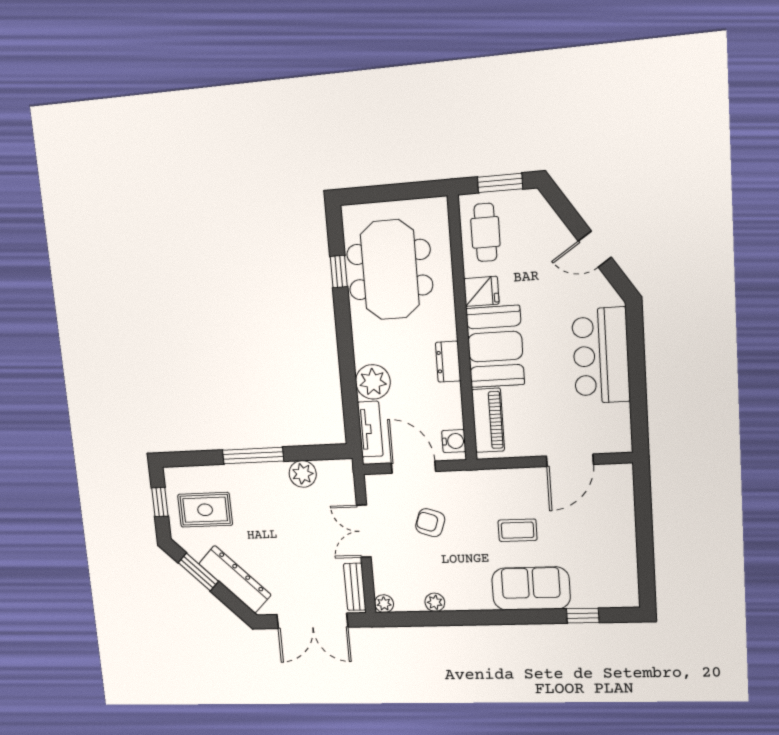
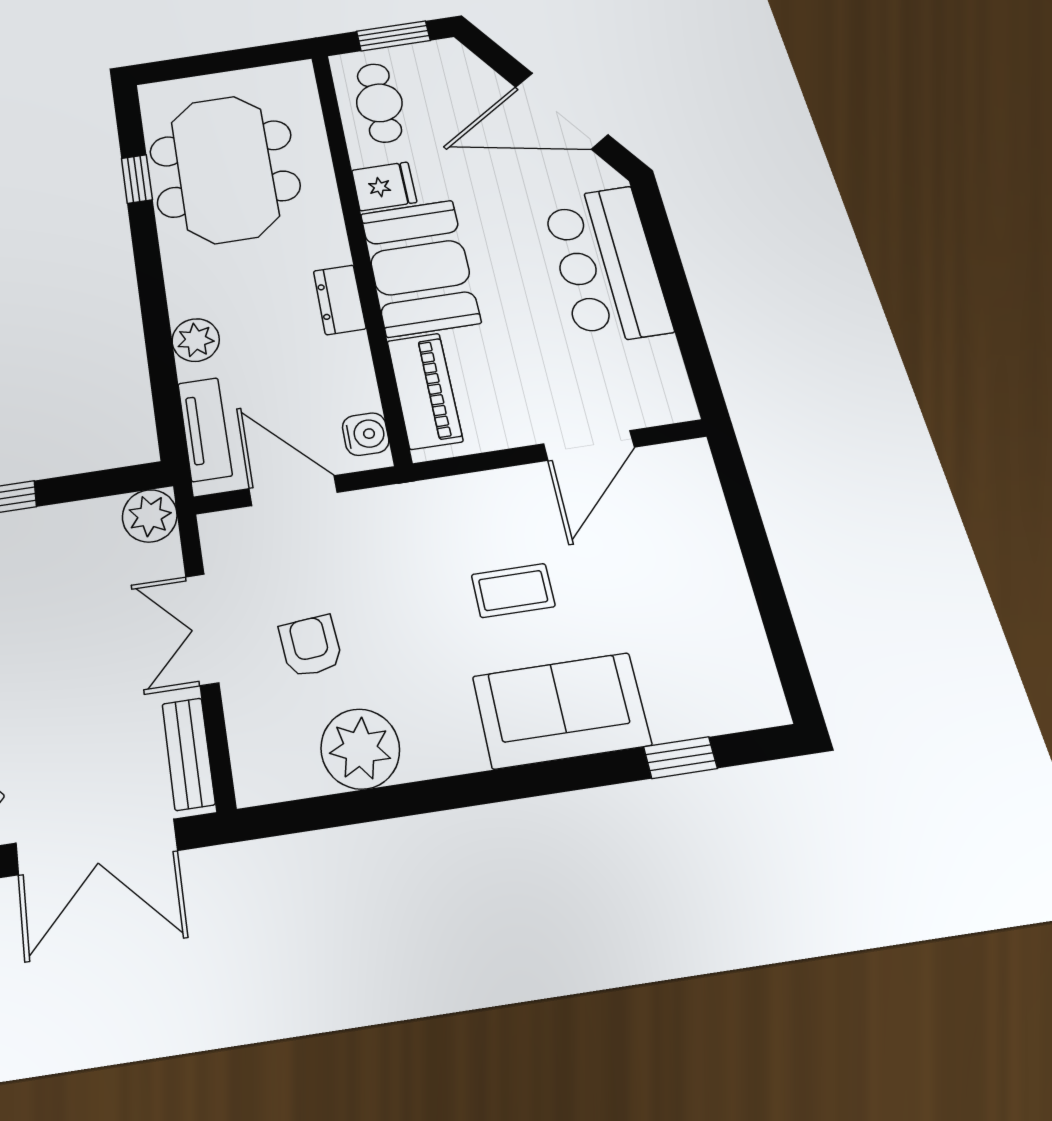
door: (595, 249) -> (561, 111), width x1.88
plant: (373, 382) -> (196, 340), width x0.73, depth x0.73
plant: (303, 474) -> (150, 516), moved
armchair: (430, 523) -> (311, 646), moved, turned 66
plant: (435, 602) -> (360, 749), width x1.87, depth x1.87
plant: (384, 604) -> (254, 785), removed

